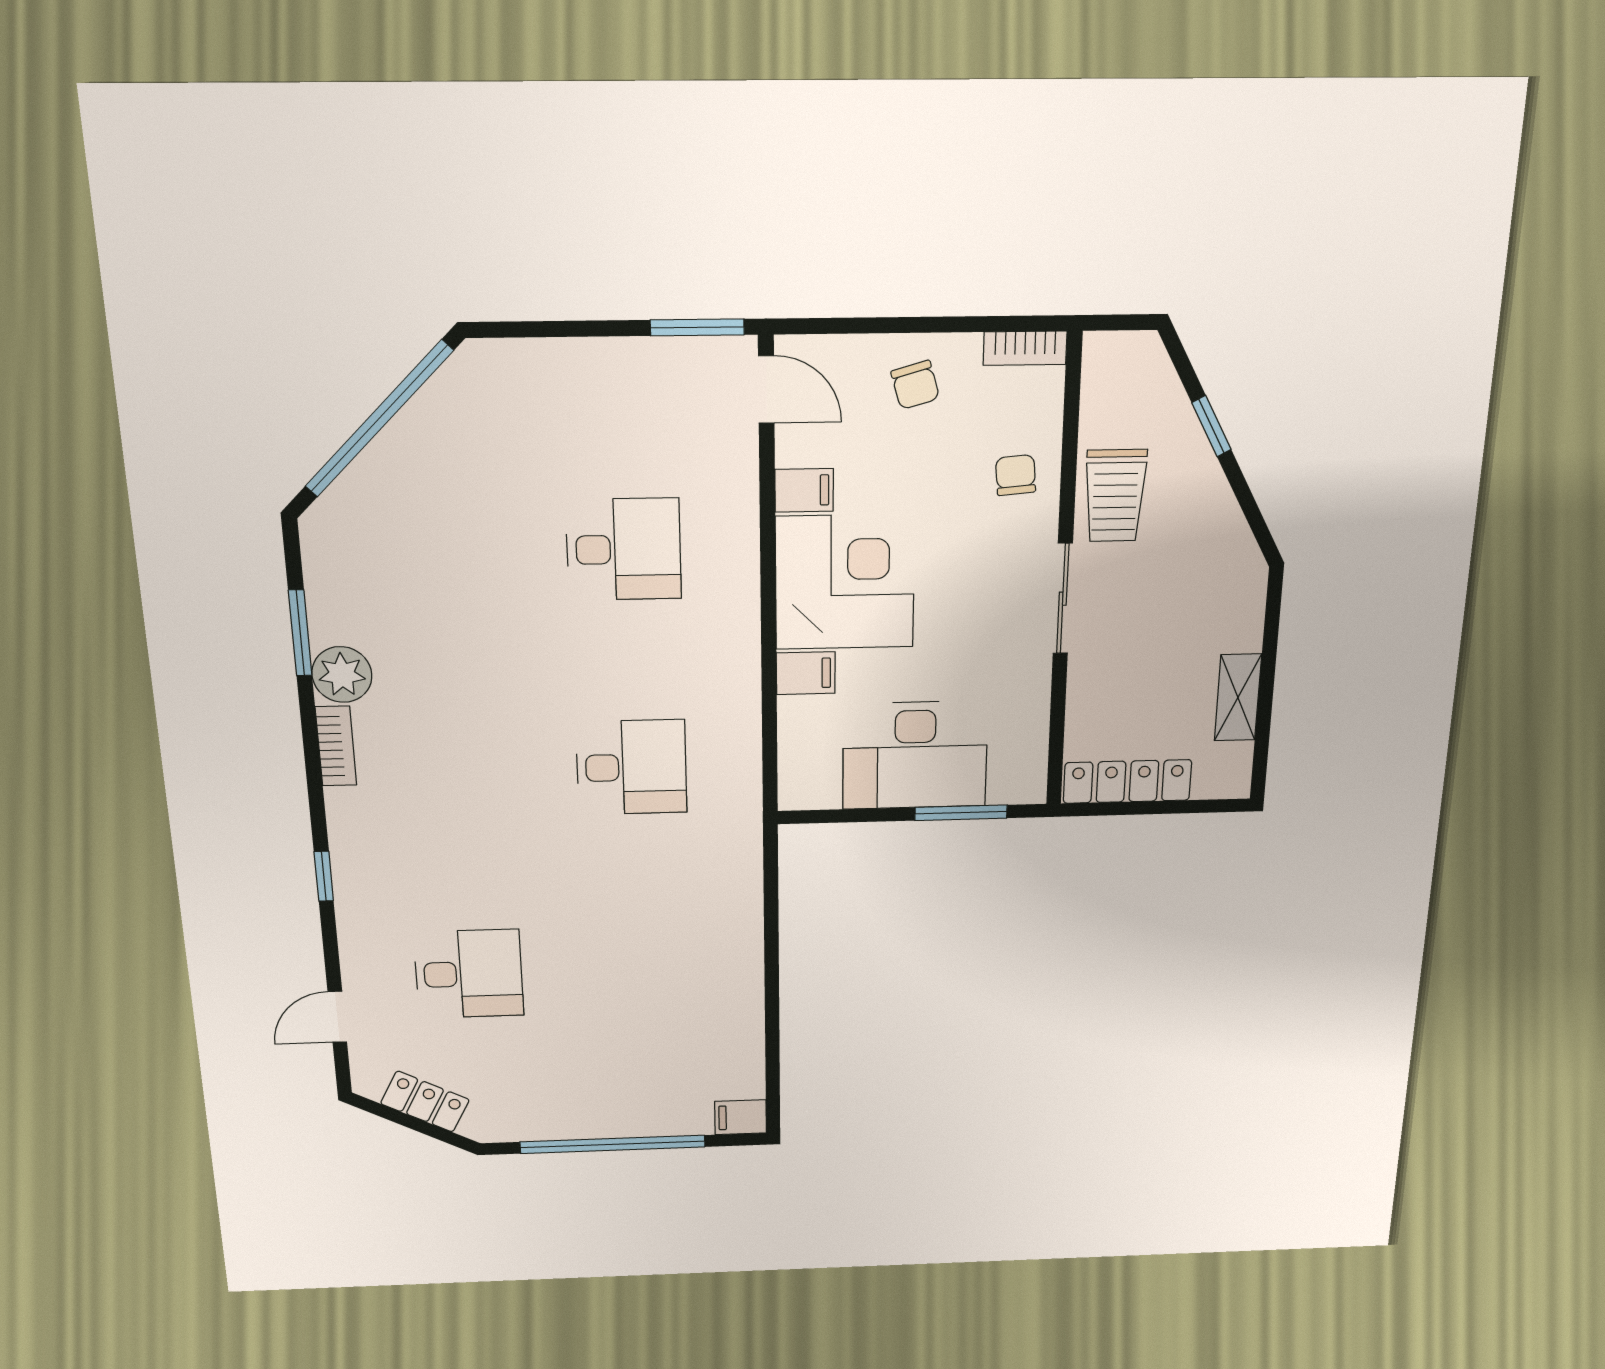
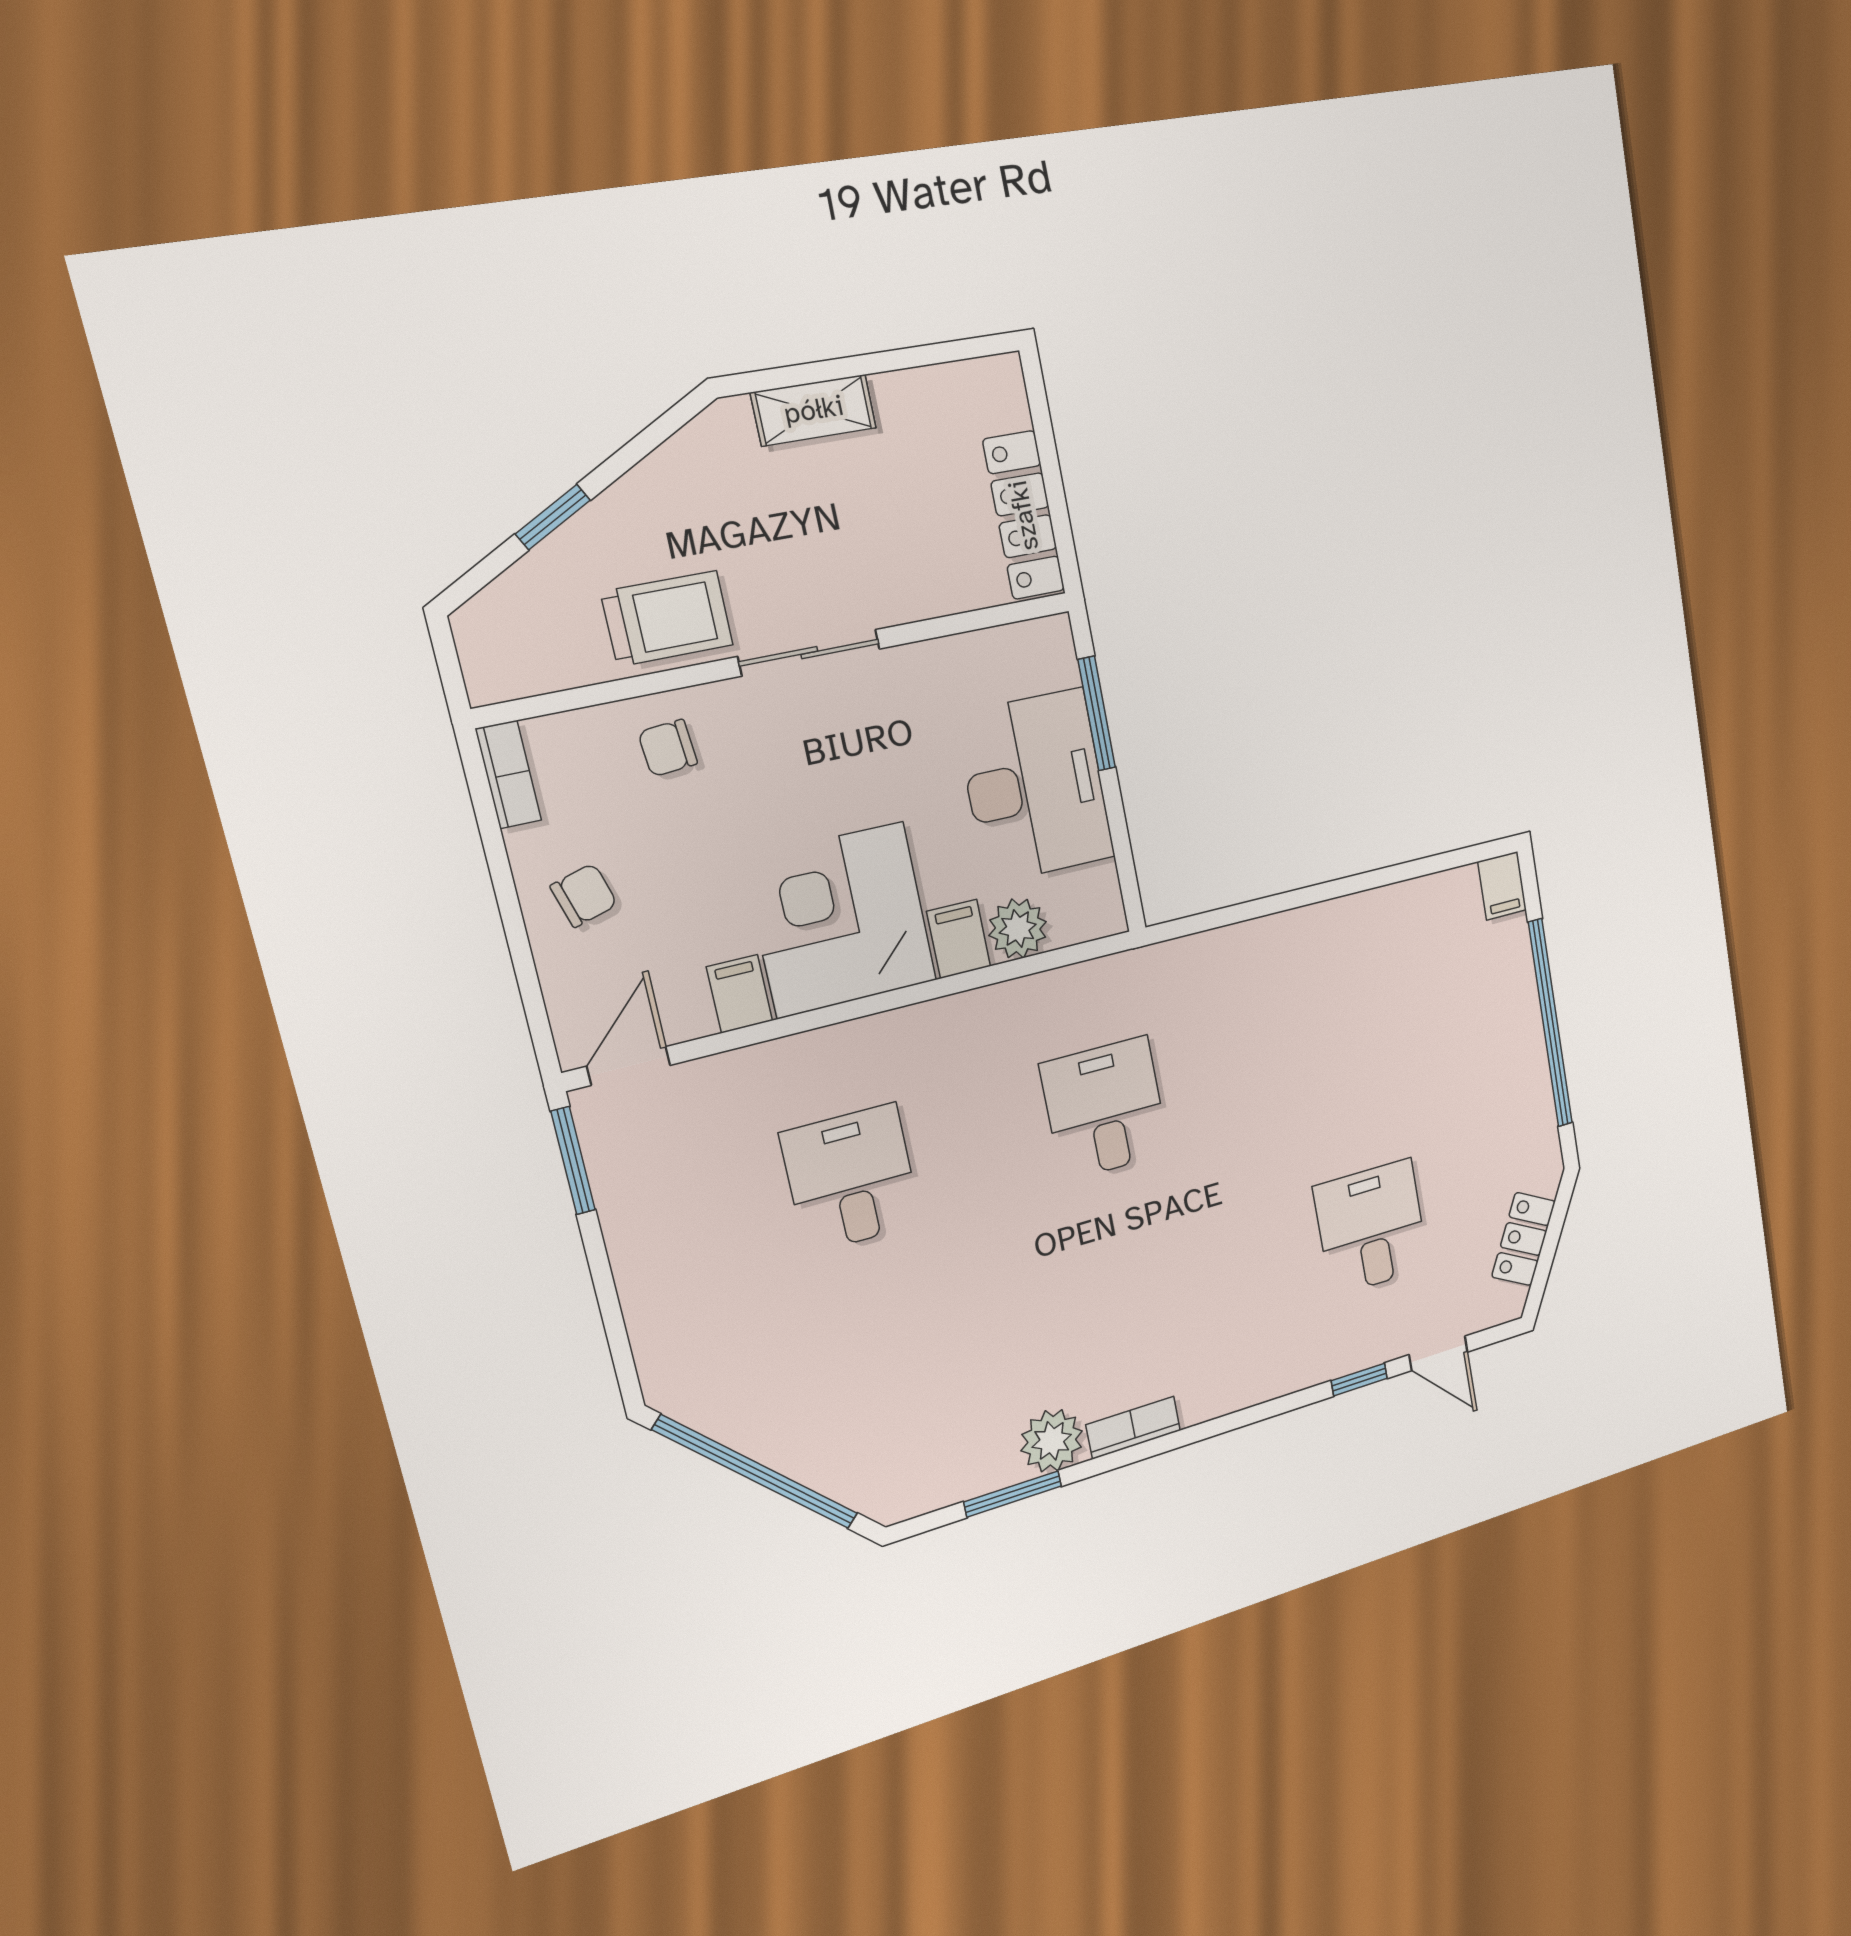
shelving: (1238, 697) -> (814, 410), moved
plant: (802, 722) -> (1018, 929), added
window: (324, 876) -> (1359, 1379), moved

